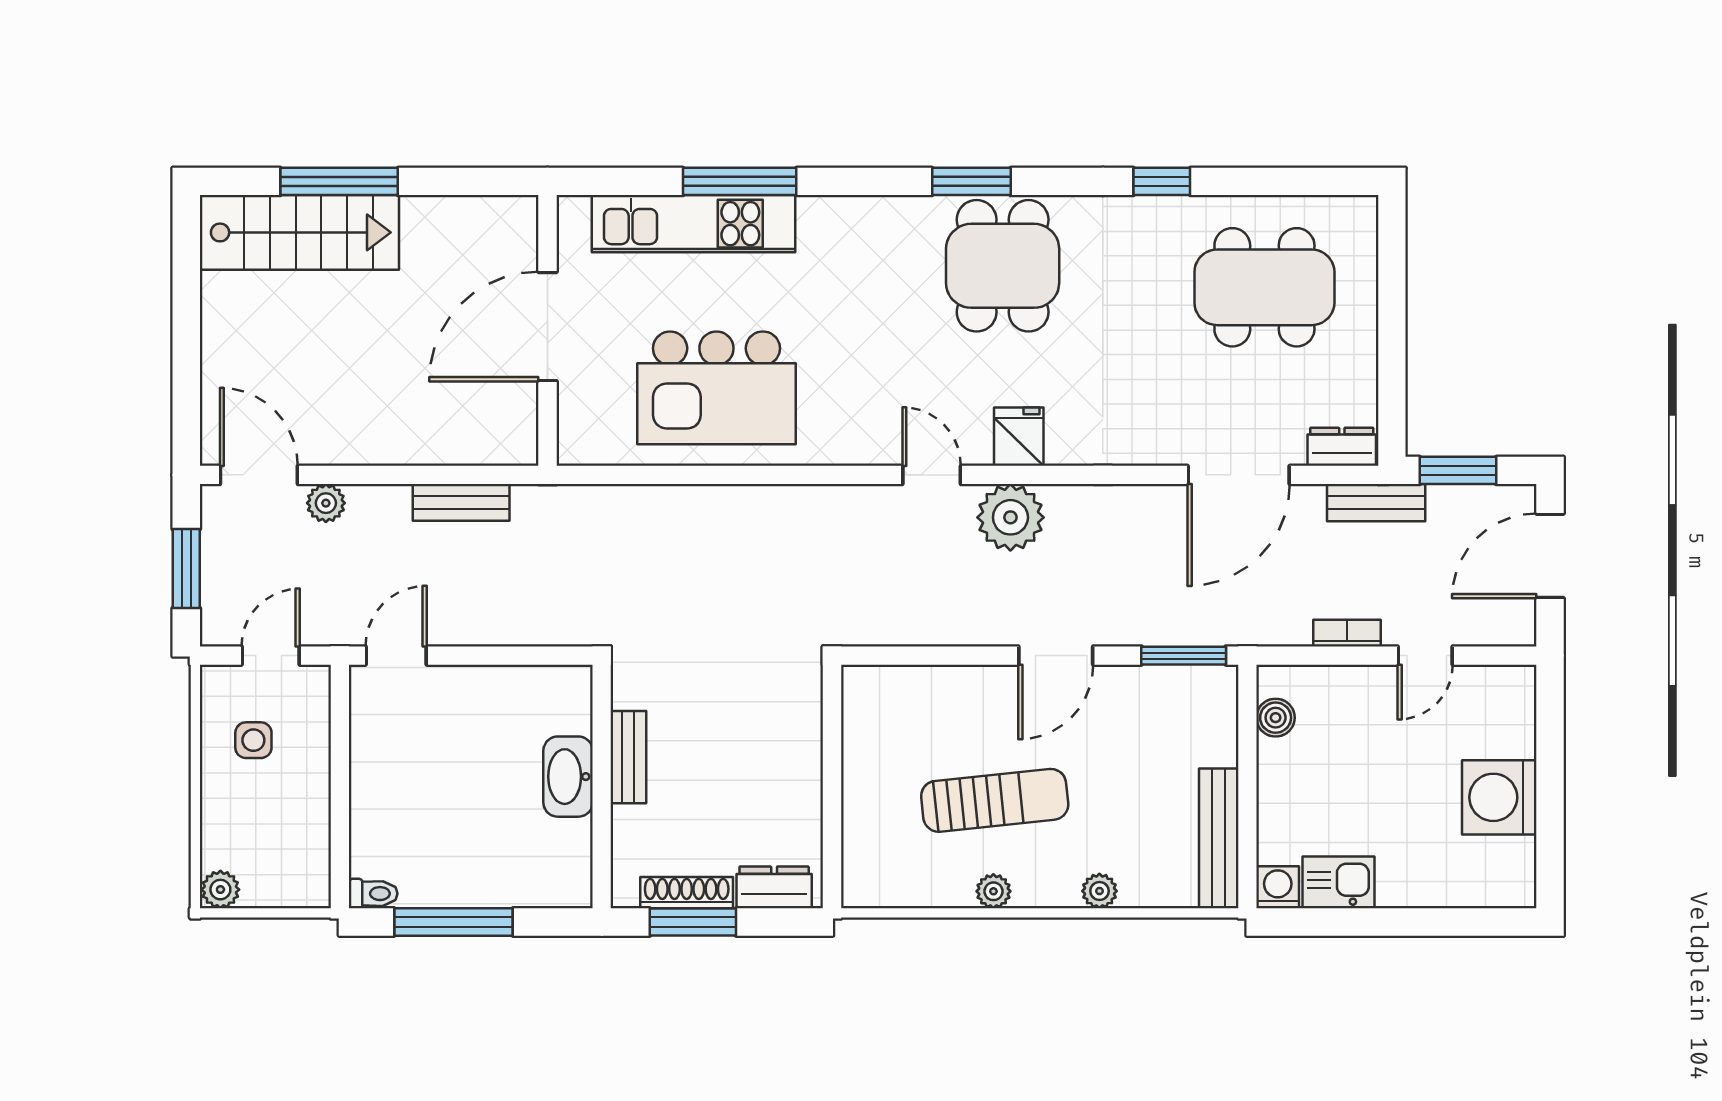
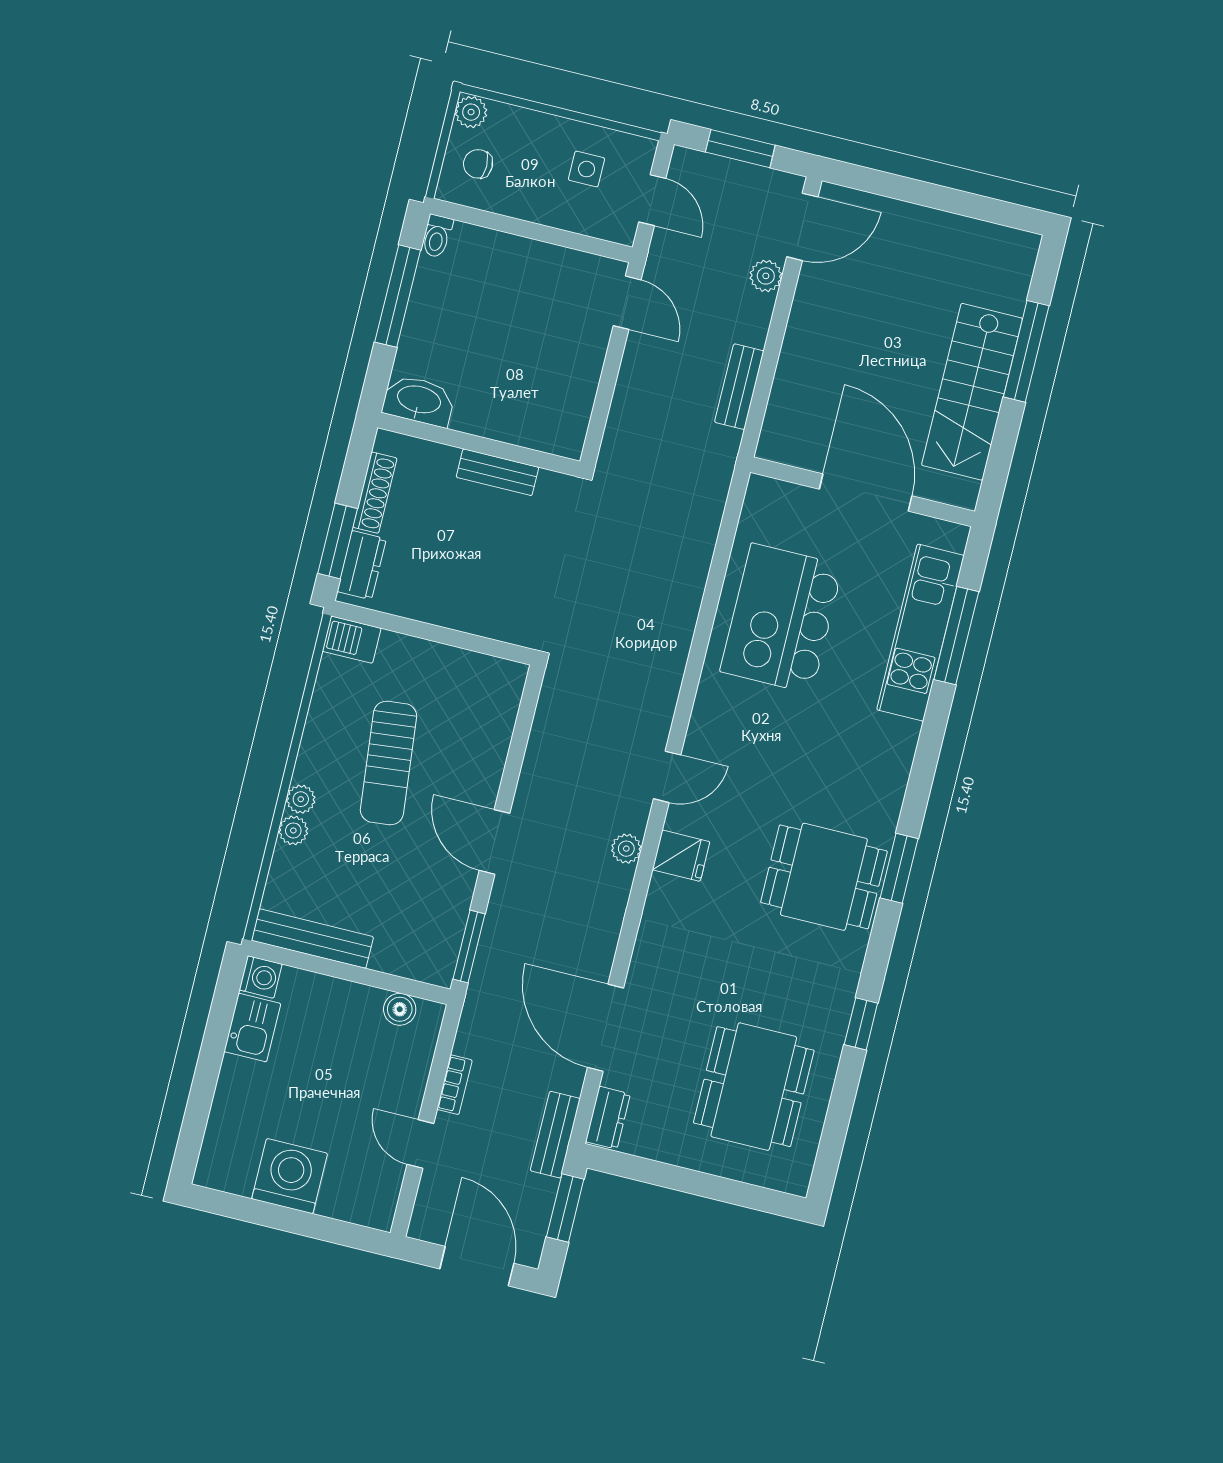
window: (740, 181) -> (956, 636), moved
stairs: (300, 232) -> (972, 392), moved
plant: (1010, 517) -> (626, 849), width x0.53, depth x0.53
washbasin: (568, 777) -> (419, 401), moved
chair: (278, 867) -> (478, 164), added
barbecue: (863, 878) -> (352, 640), added
plant: (993, 891) -> (301, 799), moved
window: (693, 922) -> (338, 541), moved

